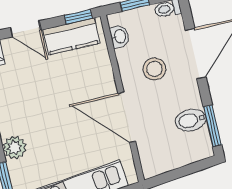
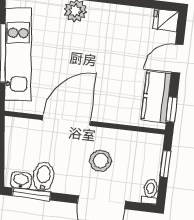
washbasin: (120, 36) -> (21, 180), moved, turned 180

